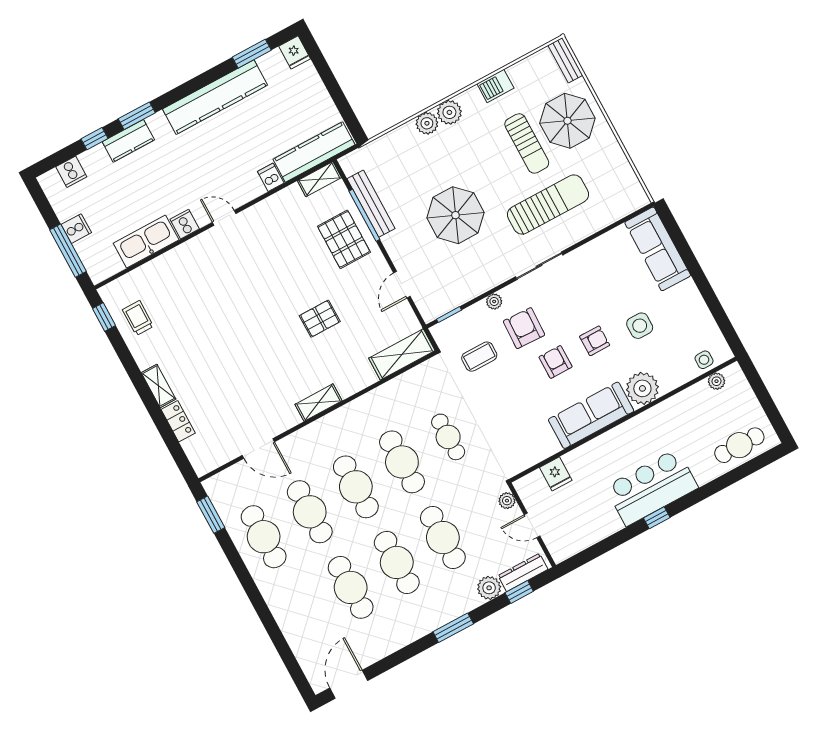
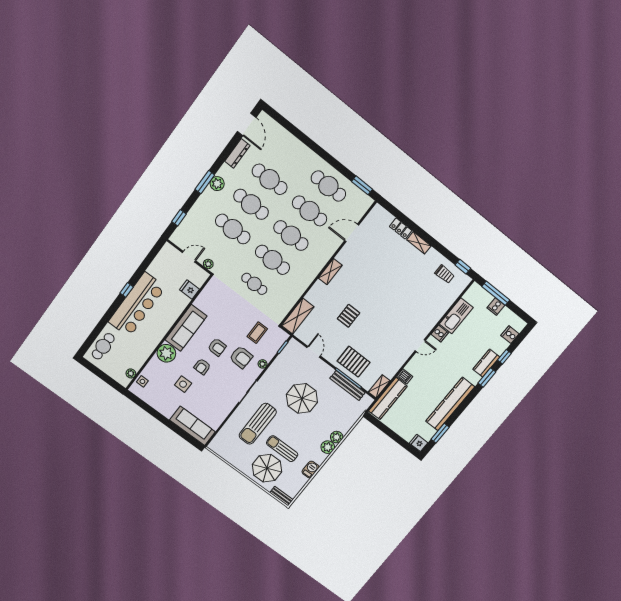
bar counter: (652, 487) -> (137, 305), width x1.36
dresser: (523, 572) -> (237, 153), moved
plant: (489, 588) -> (217, 184), moved

